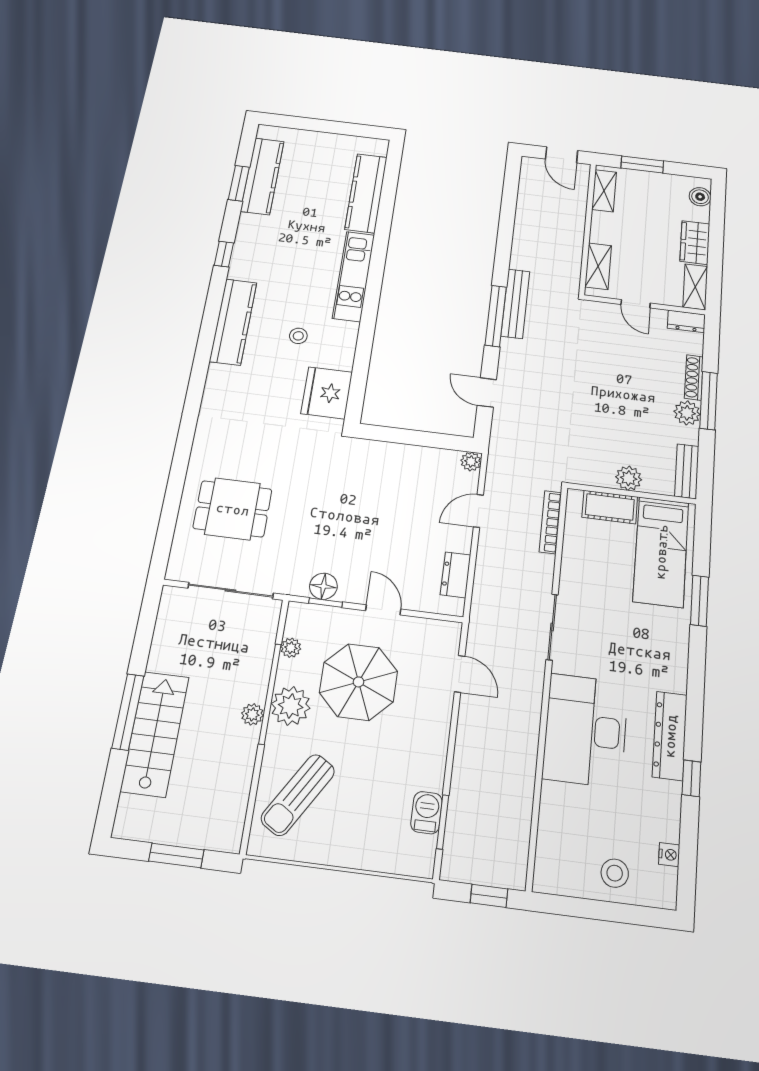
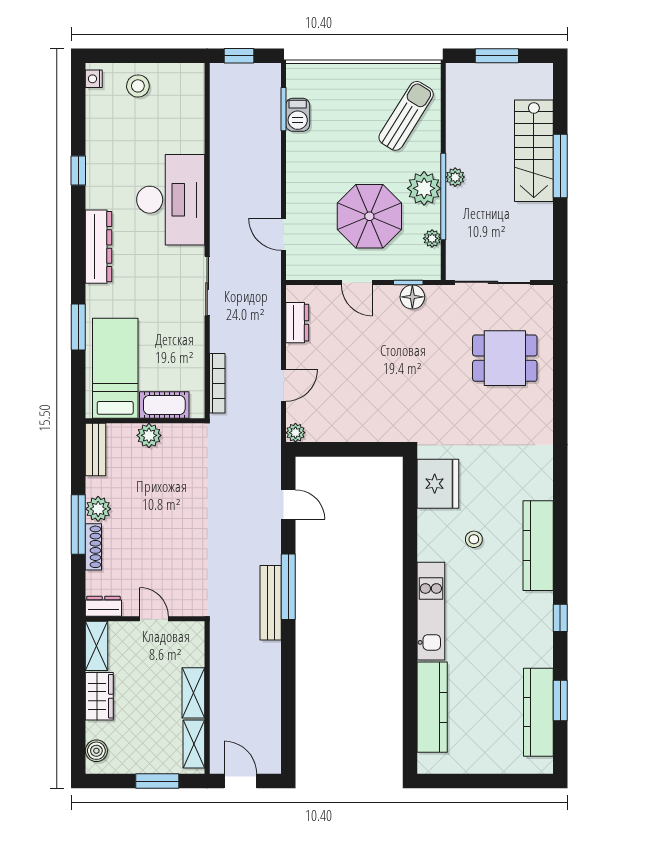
shelving: (598, 266) -> (193, 693), moved
dresser: (670, 736) -> (99, 247), moved
nightstand: (669, 855) -> (94, 79), moved

